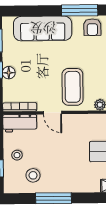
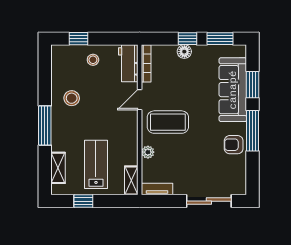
window: (38, 11) -> (253, 85), added
stool: (33, 175) -> (72, 98), moved
window: (53, 198) -> (45, 125), moved

